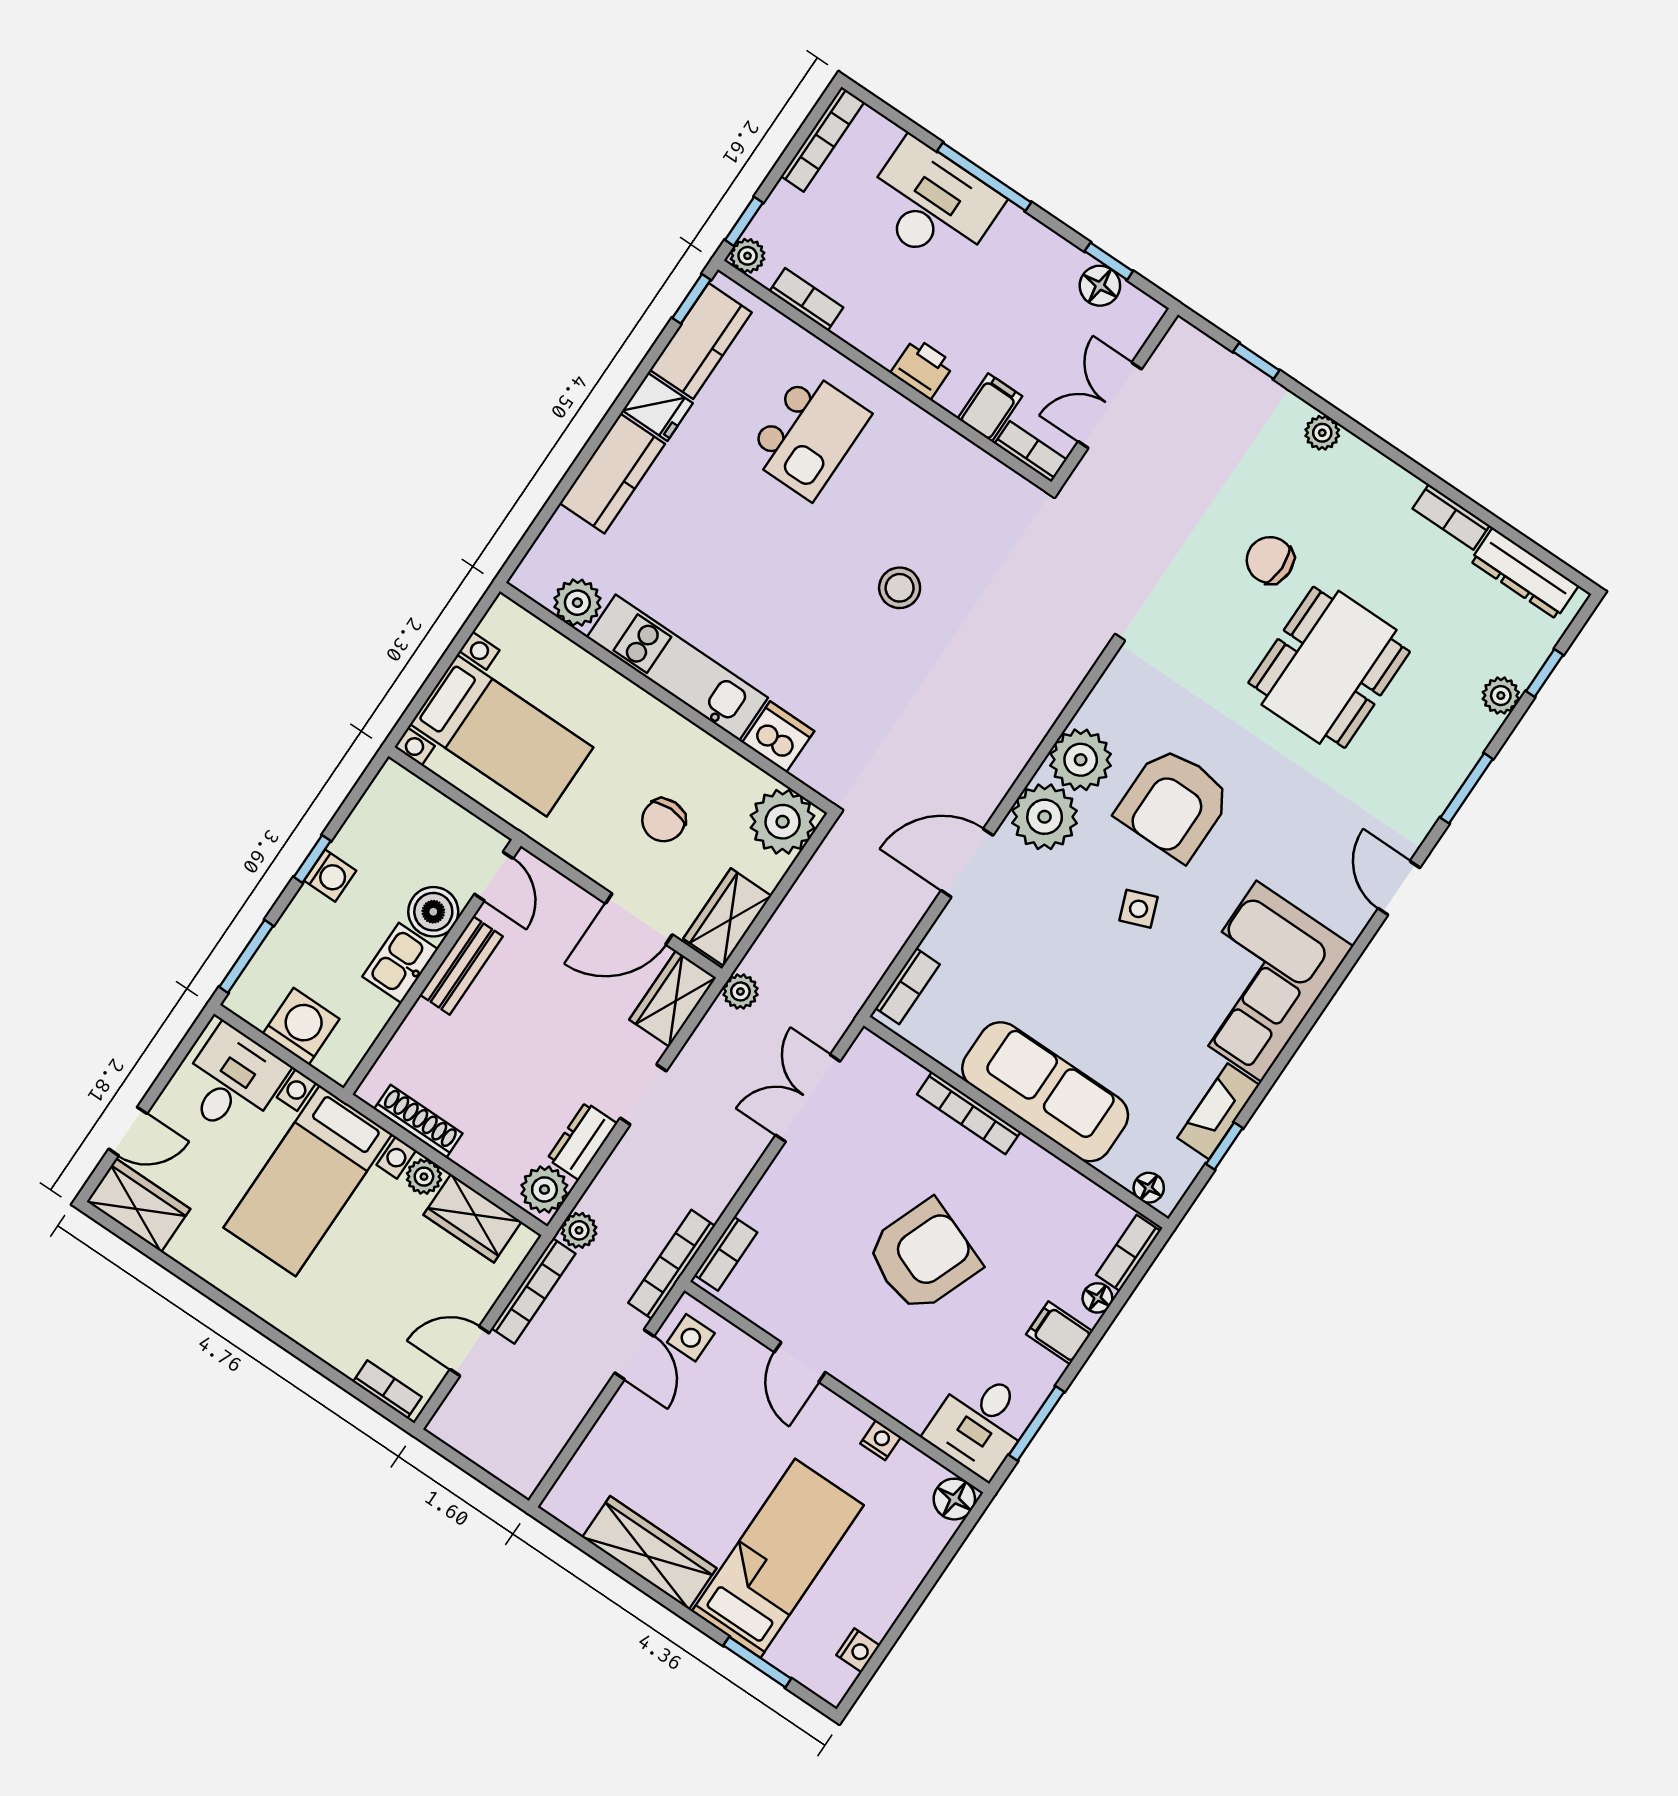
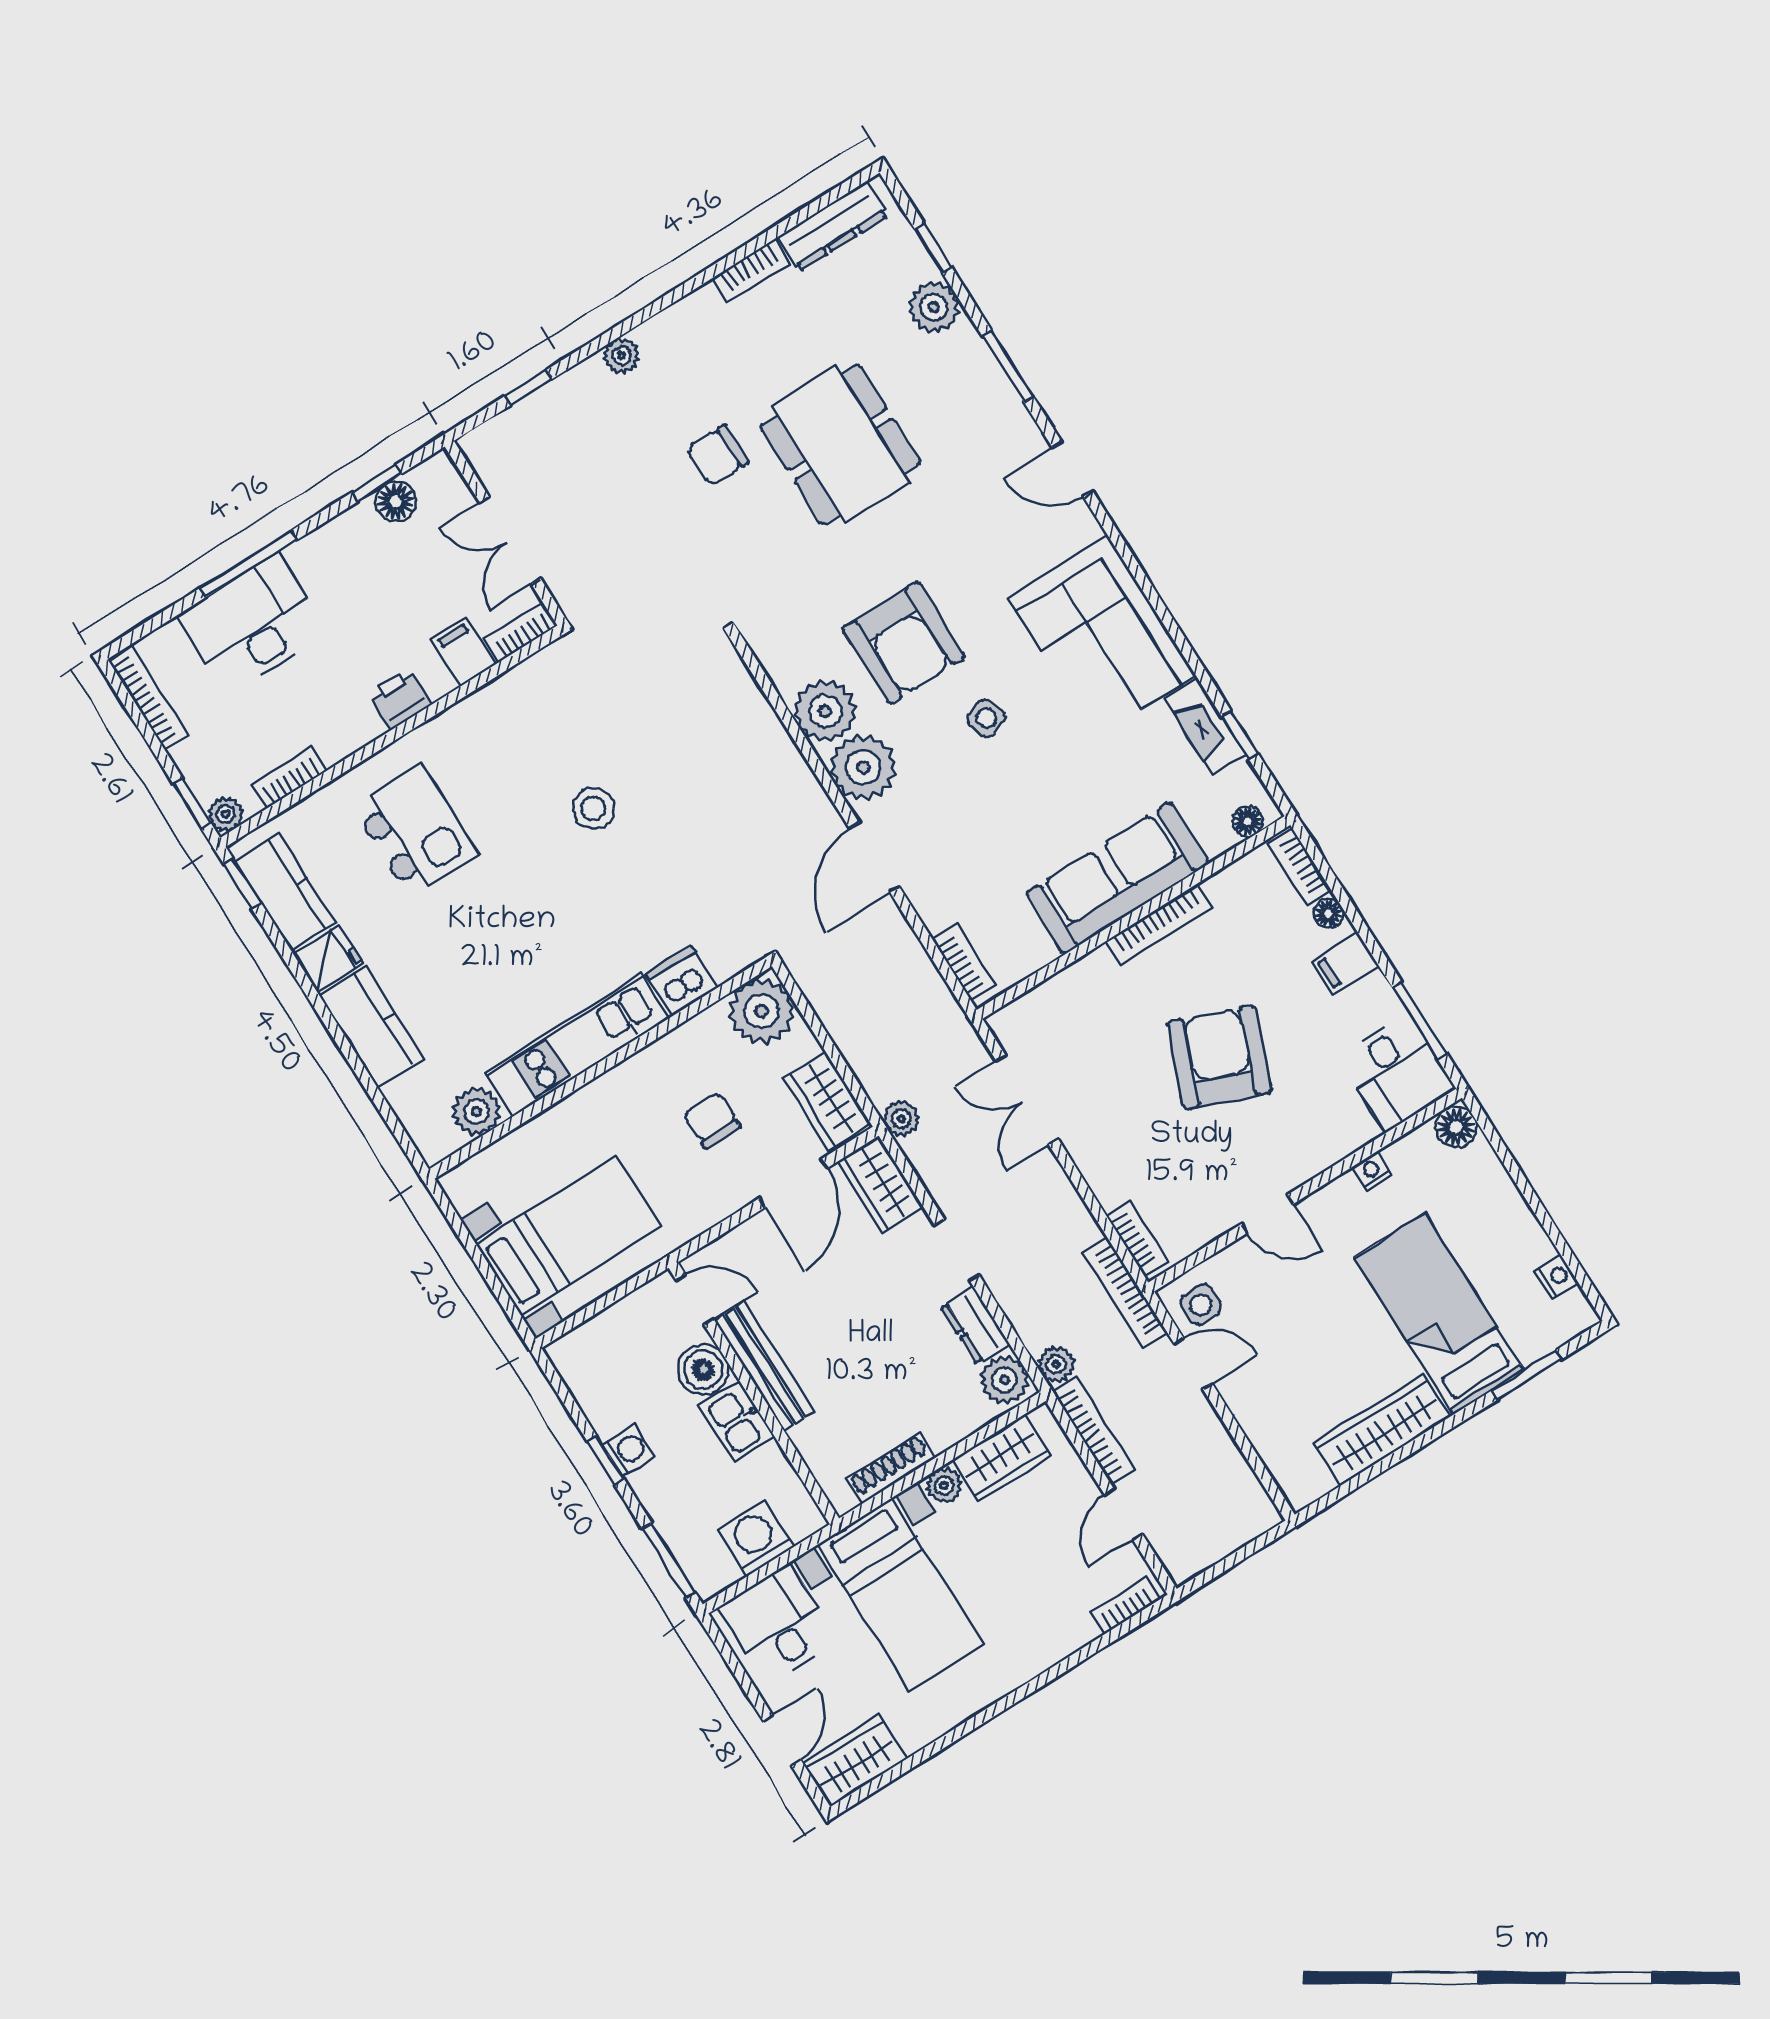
plant: (1501, 696) -> (934, 307), width x1.38, depth x1.38
chair: (664, 820) -> (712, 1120), turned 180
bench: (461, 966) -> (764, 1366), width x1.36
bookcase: (969, 1113) -> (1159, 924), moved

